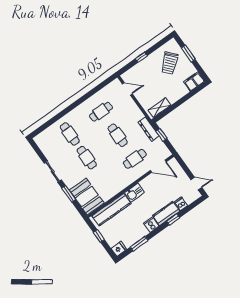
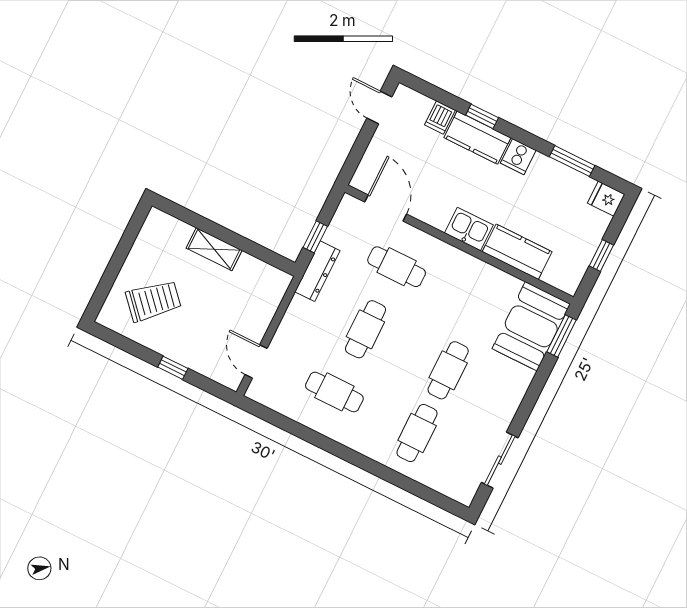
window: (188, 54) -> (112, 272), removed
filing cabinet: (194, 81) -> (164, 228), removed
shelving: (159, 108) -> (214, 249), moved
sliding door: (53, 171) -> (500, 460), moved
window: (69, 194) -> (561, 336), moved
kitchen counter: (111, 210) -> (517, 252), width x0.67

